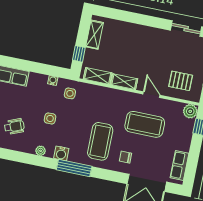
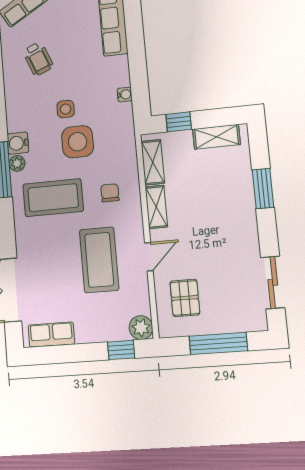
window: (132, 18) -> (263, 188), added
side table: (70, 93) -> (78, 142), moved, width x1.87, depth x1.87
plant: (41, 151) -> (17, 163), moved
chair: (125, 157) -> (110, 193), moved

